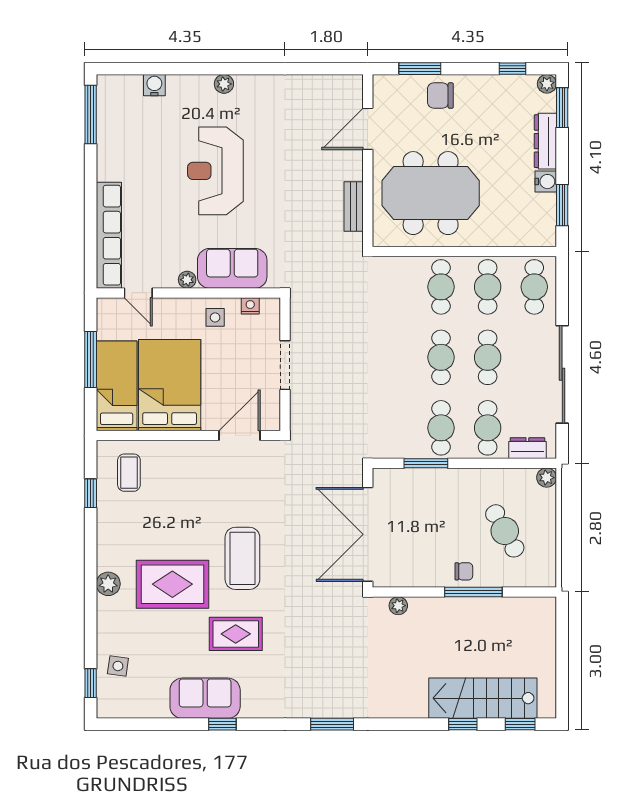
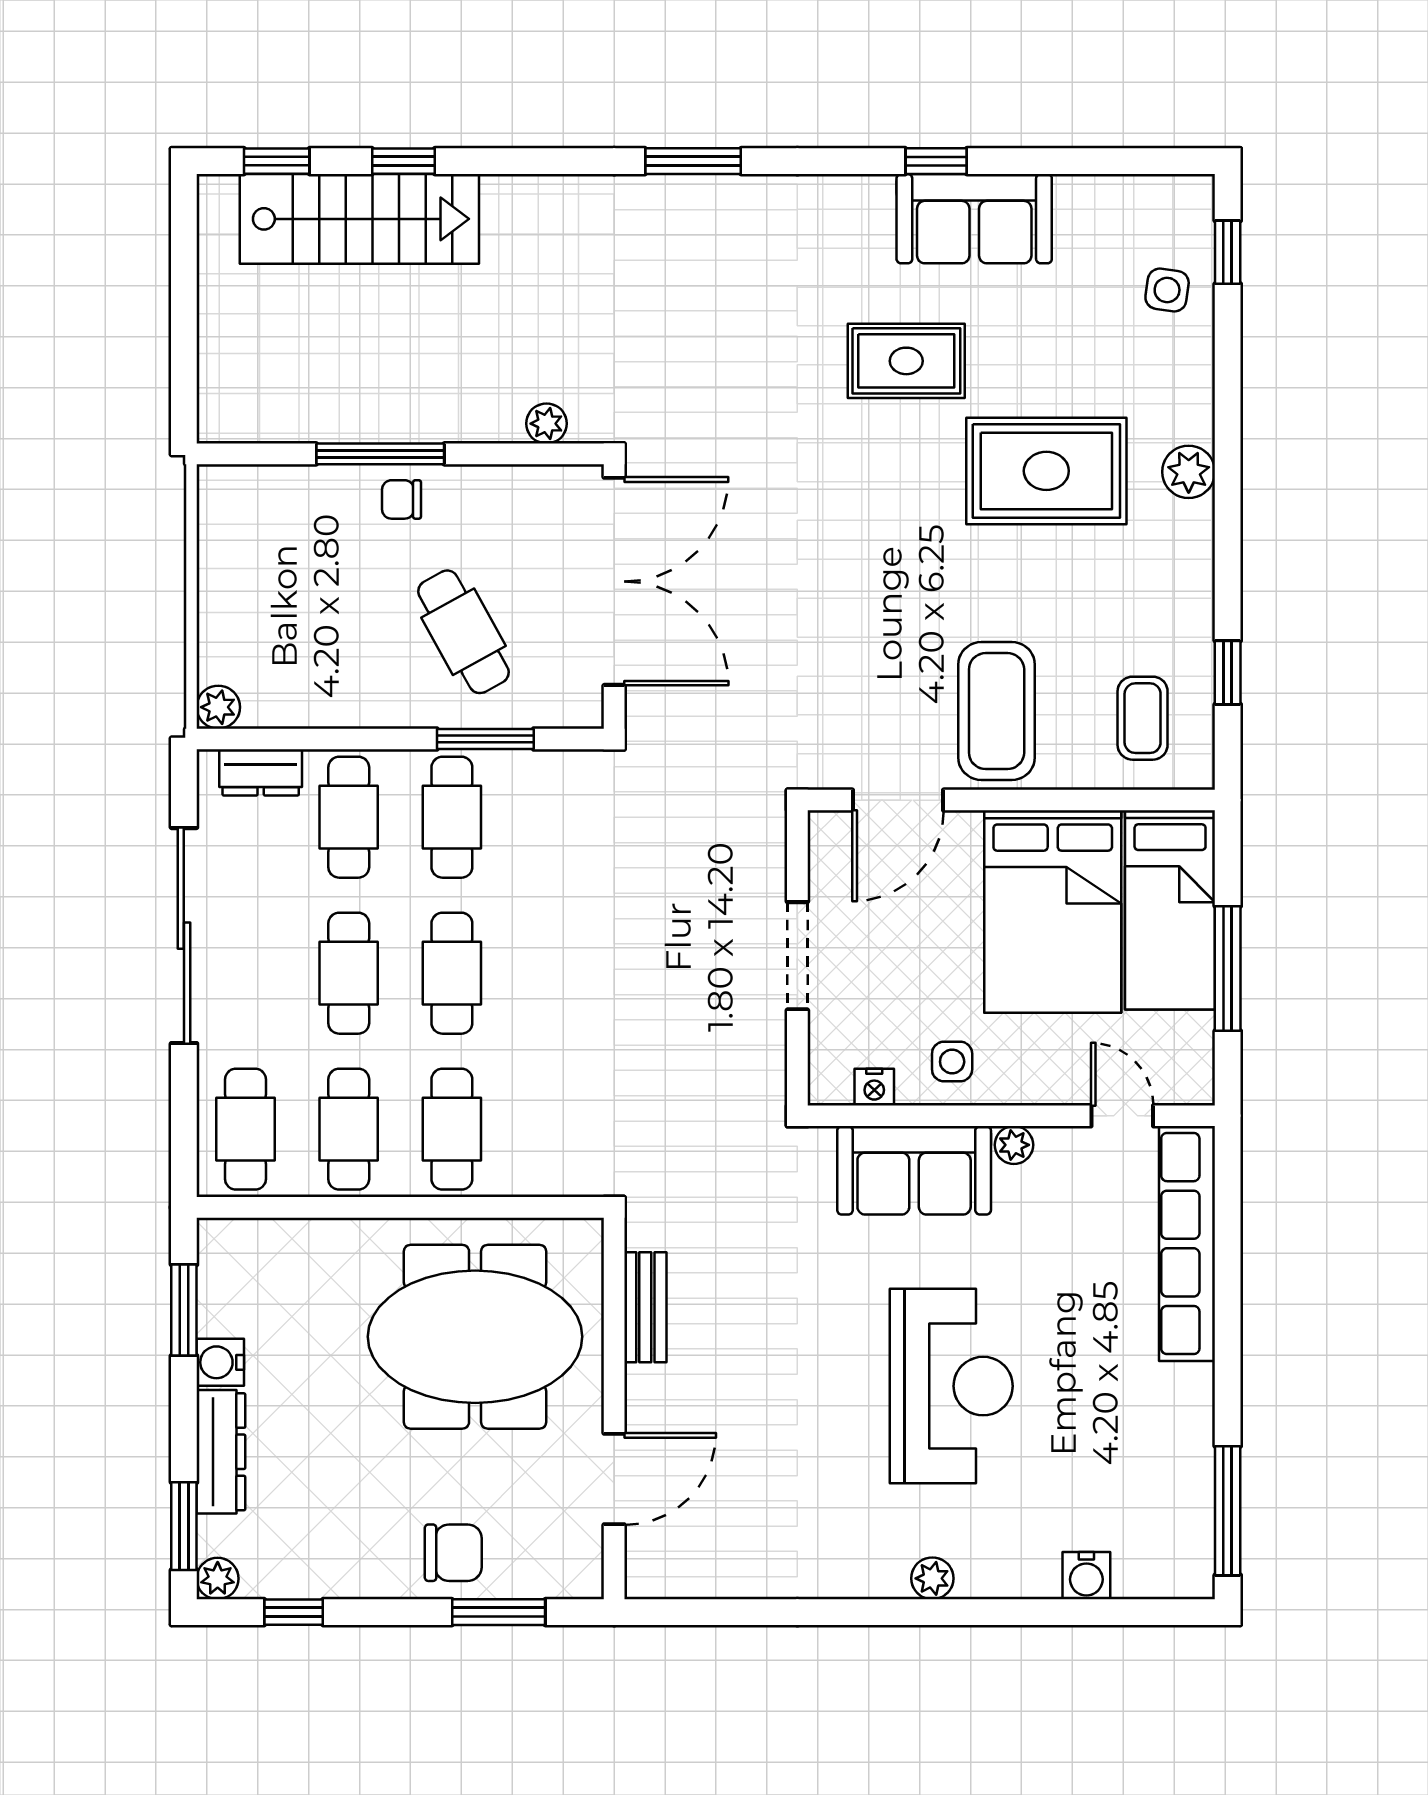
cafe table: (505, 531) -> (464, 632), moved
coffee table: (242, 558) -> (997, 711), moved

